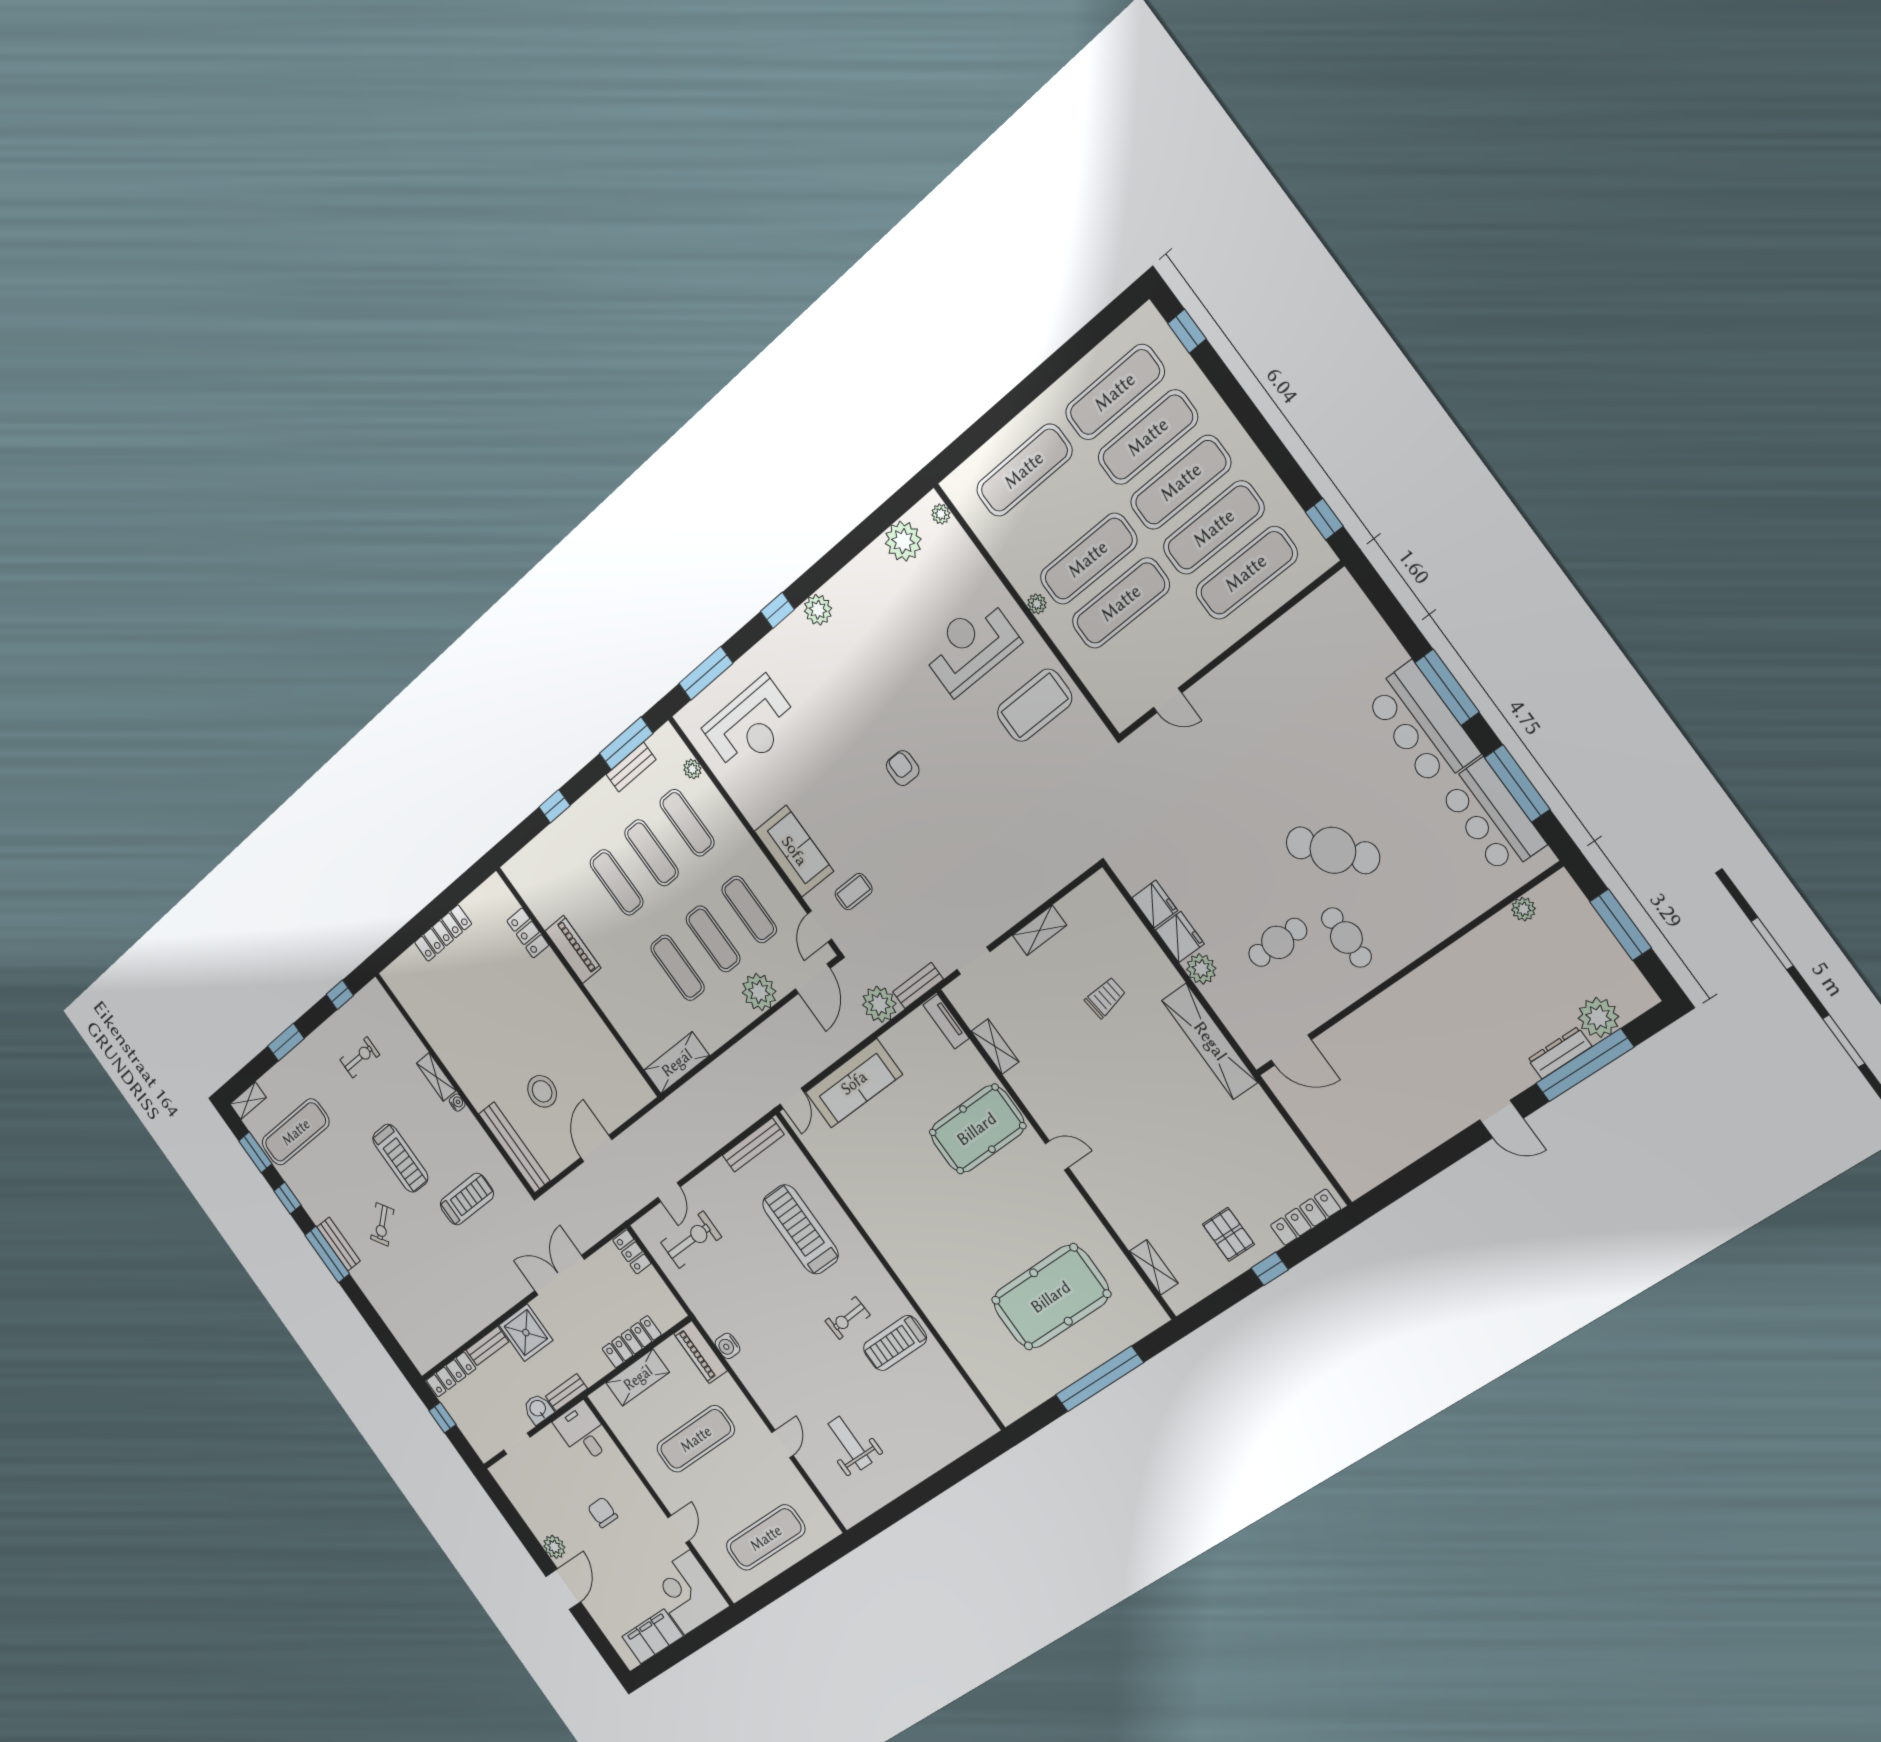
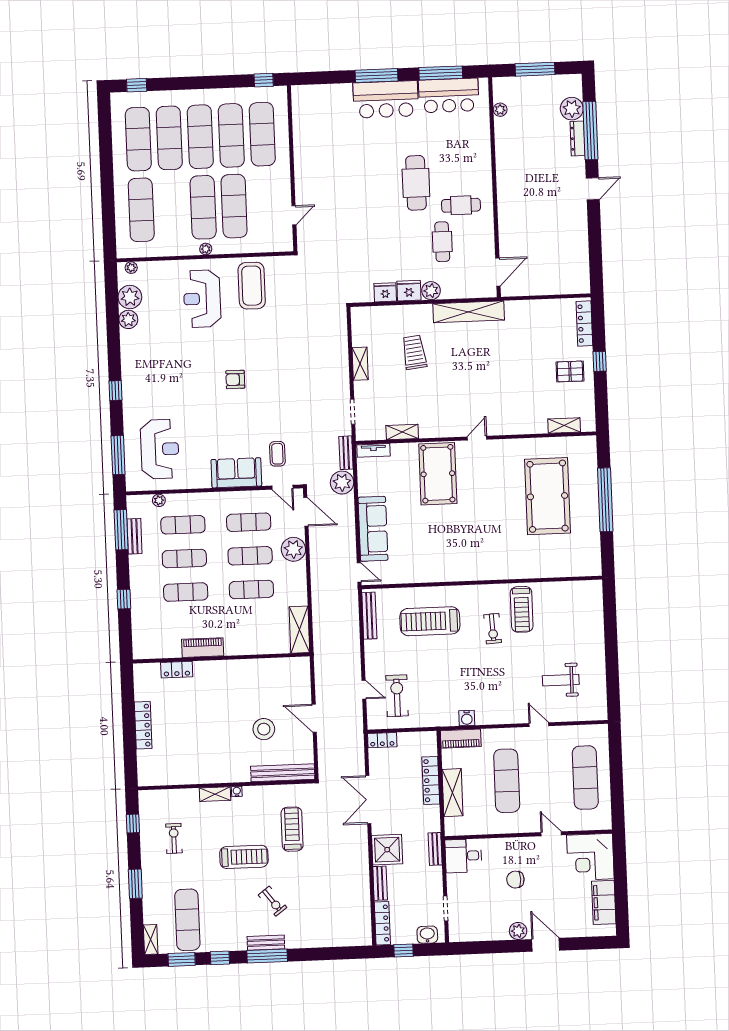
plant: (818, 610) -> (128, 319), moved
cafe table: (1333, 850) -> (416, 183), turned -47
trolley: (1105, 997) -> (414, 352), width x1.36, depth x1.39
washbasin: (538, 1409) -> (427, 935), moved, turned 90

